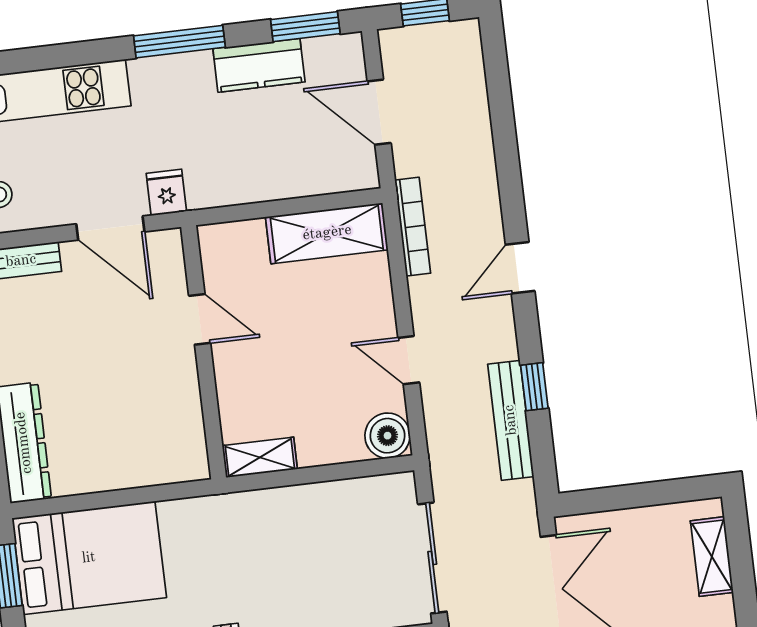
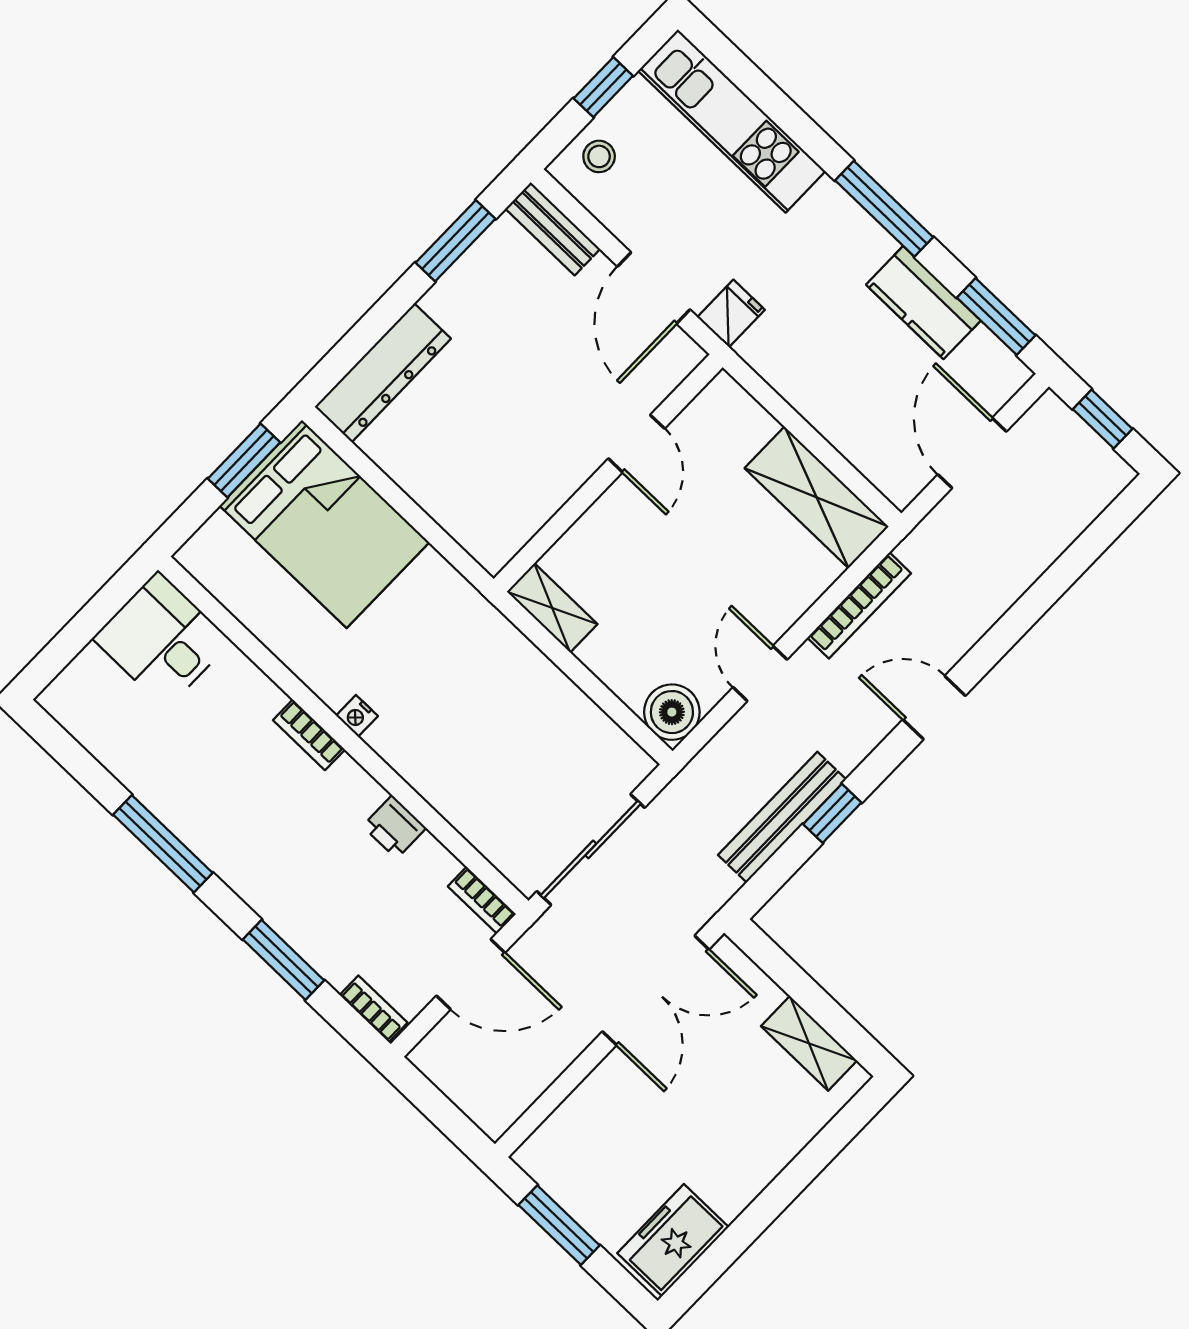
bookcase: (413, 227) -> (859, 605), moved
shelving: (712, 557) -> (809, 1043), moved, turned 90

